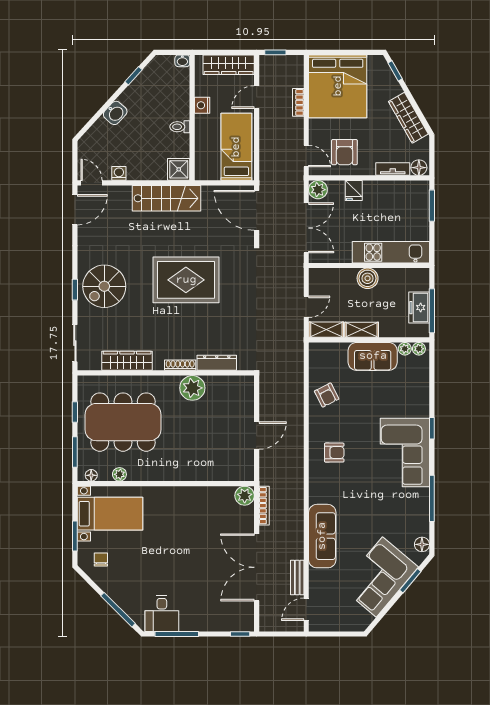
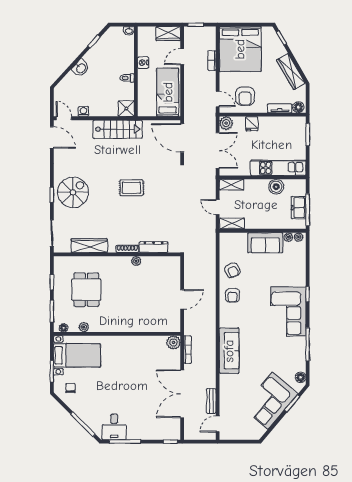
wardrobe: (229, 65) -> (168, 34), width x0.67
door: (75, 210) -> (52, 137), hinge flipped
boiler: (368, 278) -> (276, 187), moved
rug: (186, 280) -> (131, 188), width x0.54, depth x0.49
spiral stairs: (104, 286) -> (73, 192), turned 180
door: (306, 307) -> (218, 207), swing flipped
shelving: (362, 330) -> (232, 185), moved
plant: (192, 388) -> (136, 261), width x0.53, depth x0.53
dining table: (123, 422) -> (86, 290), width x0.53, depth x0.80
armchair: (334, 453) -> (233, 295), moved, turned 90
sofa: (322, 536) -> (229, 351), moved

